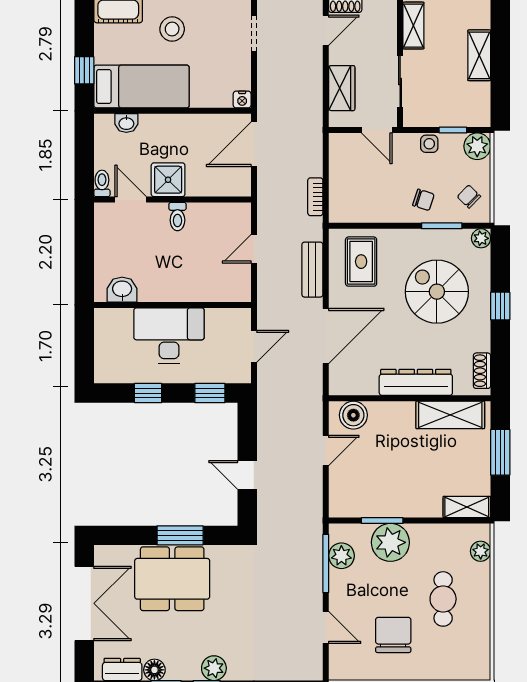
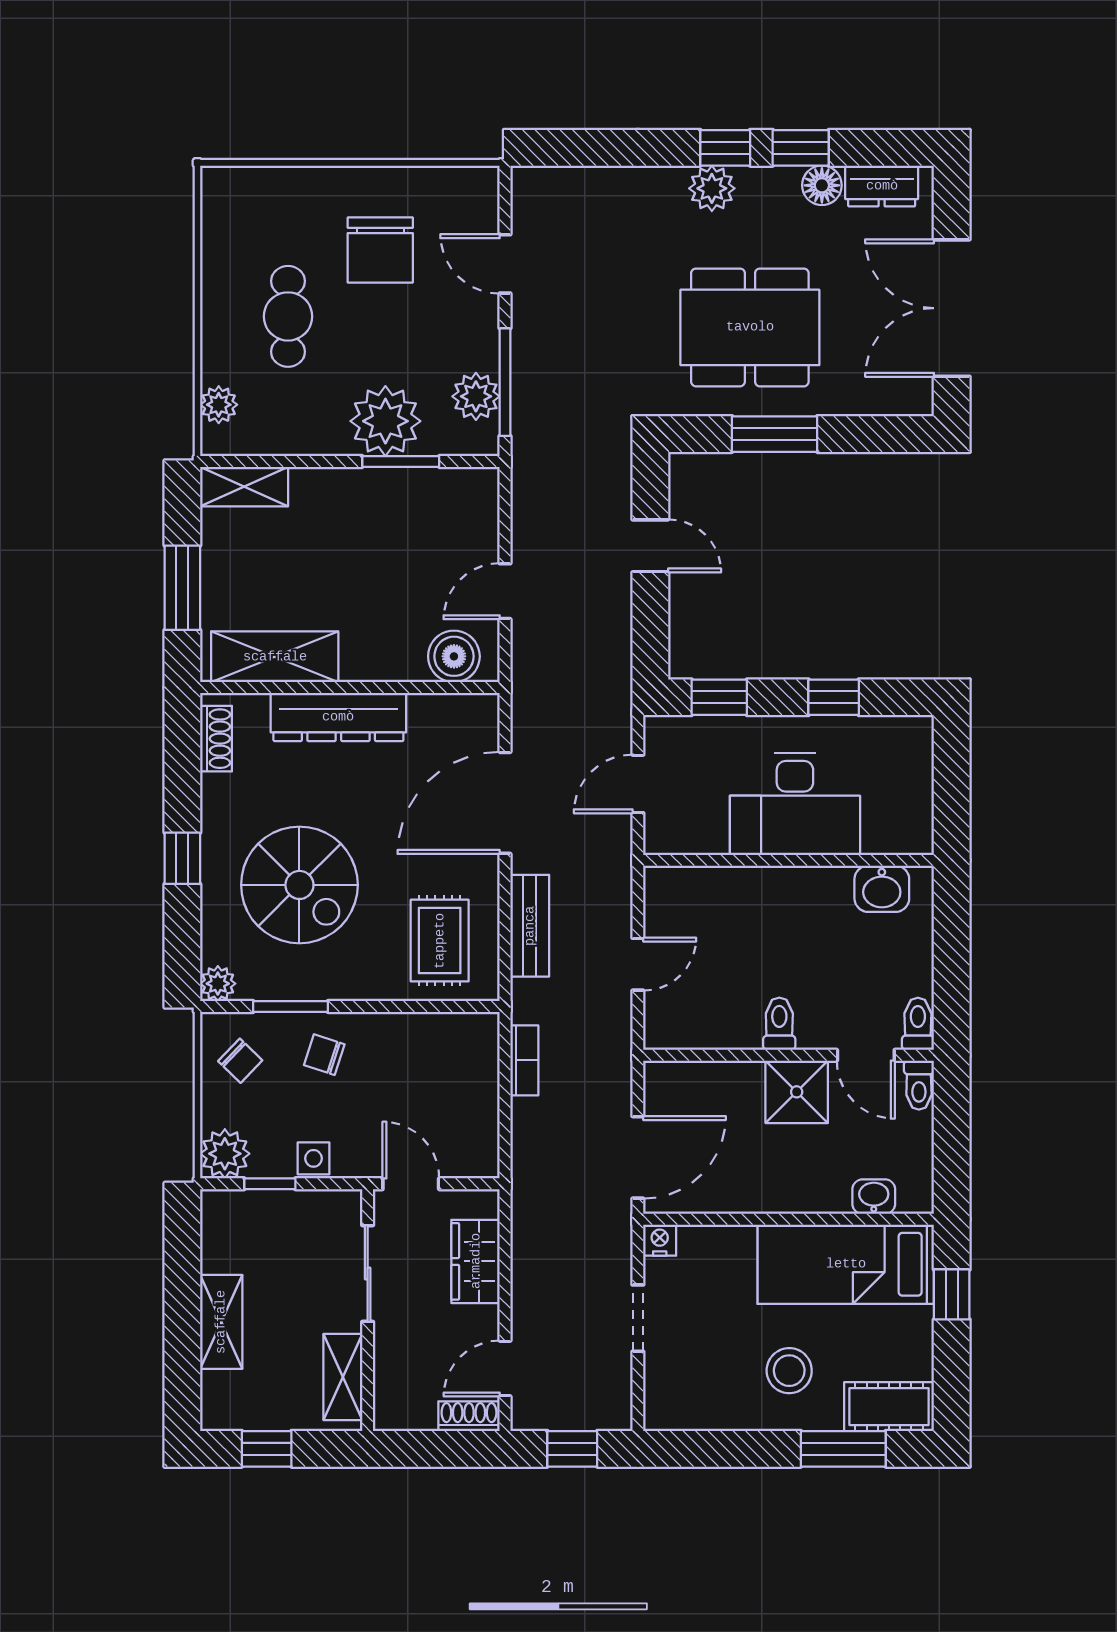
doorway: (254, 33) -> (638, 1318), moved
toilet: (103, 217) -> (918, 1024), added
dining table: (172, 579) -> (750, 327), moved

